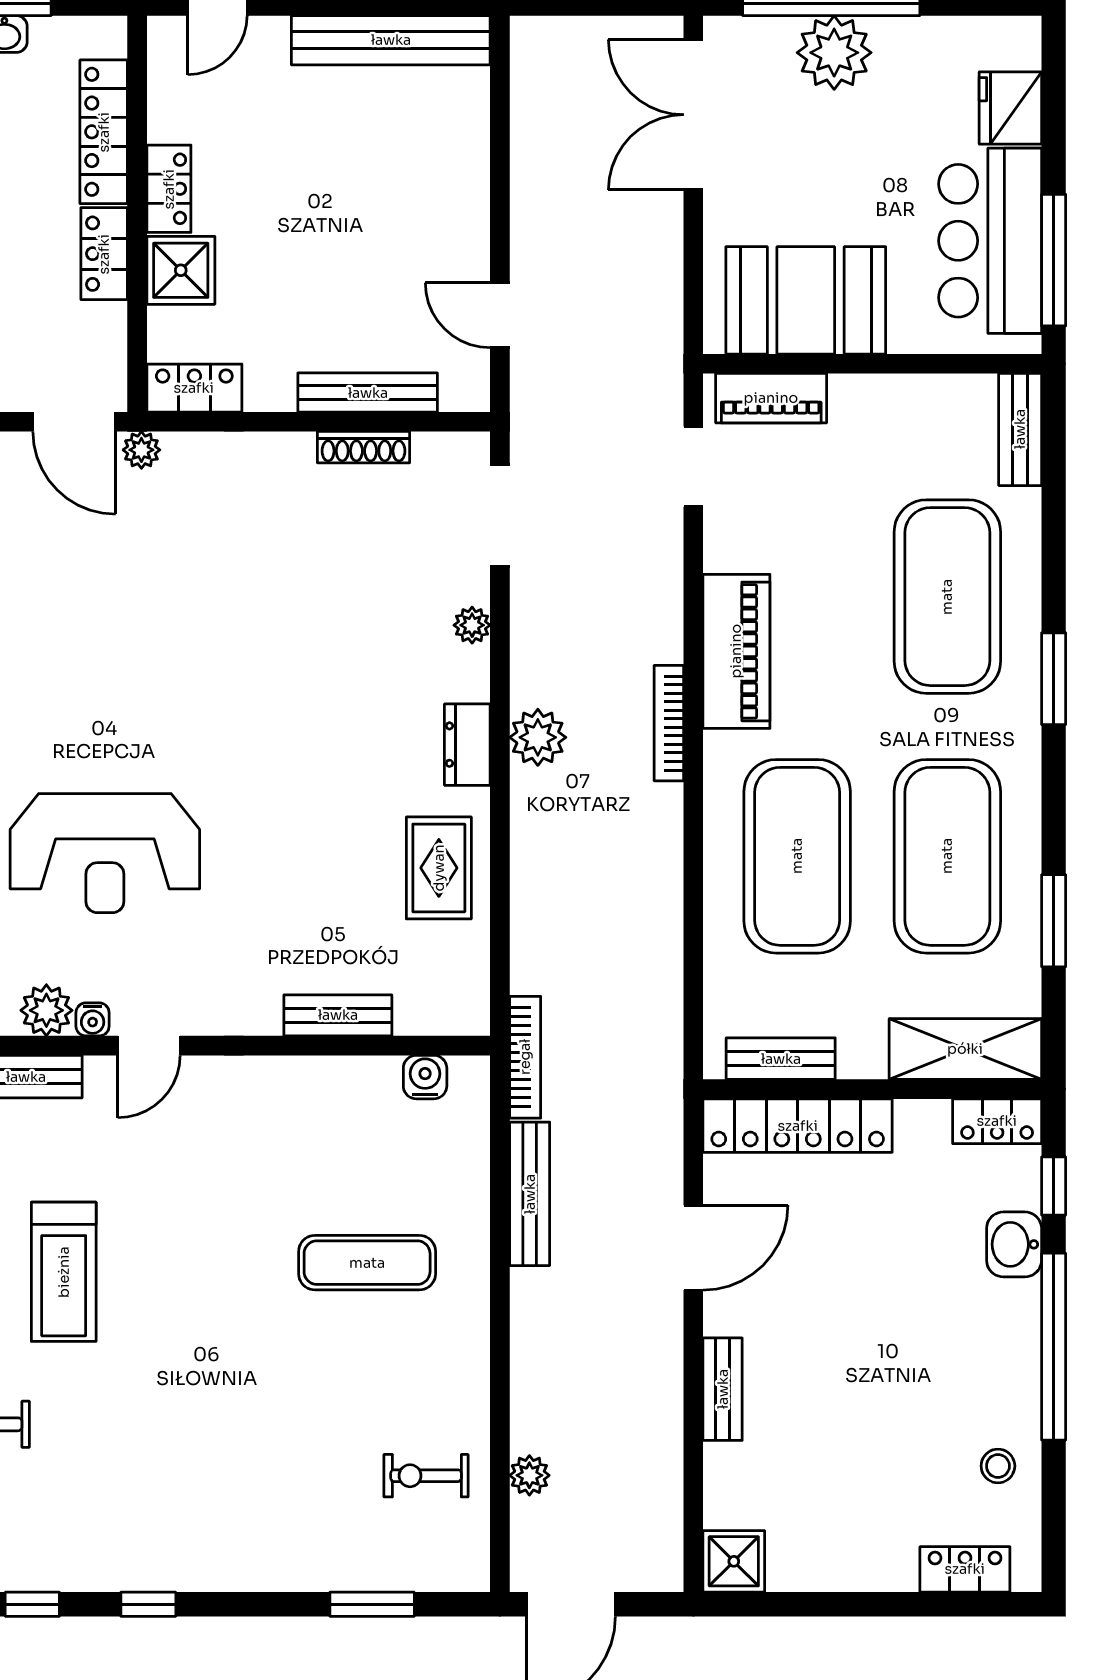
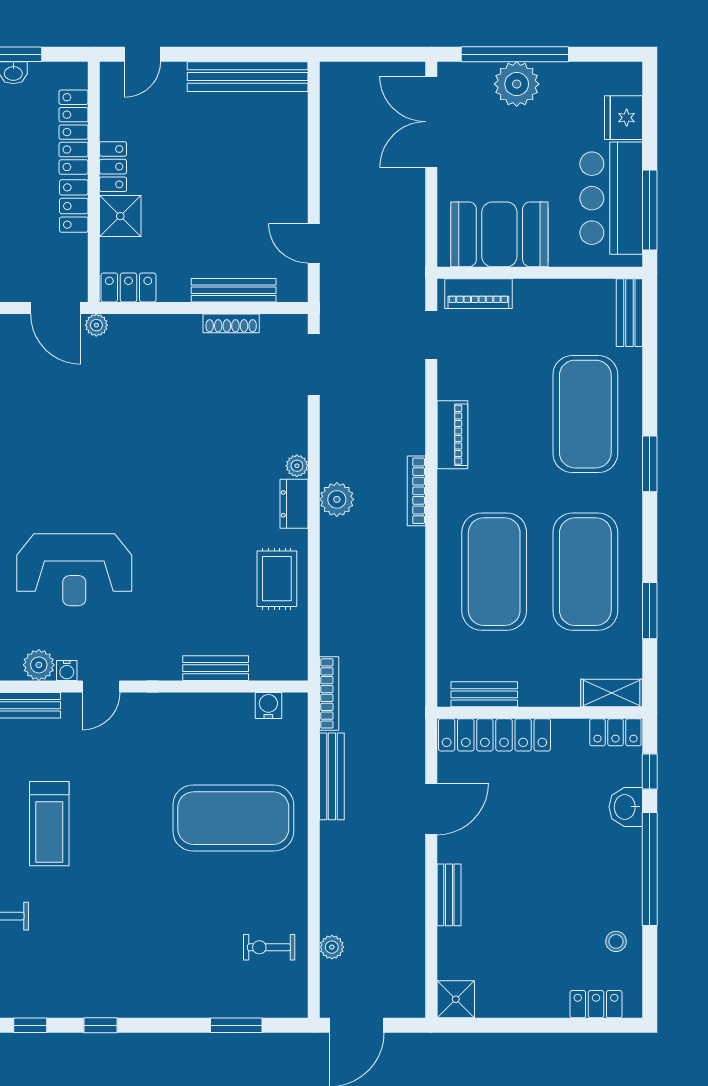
plant: (472, 625) -> (297, 466), moved
piano: (736, 651) -> (452, 435), width x0.73, depth x0.75
shelving: (965, 1049) -> (612, 693), width x0.67, depth x0.75
exercise mat: (367, 1263) -> (233, 818), width x2.00, depth x1.45

